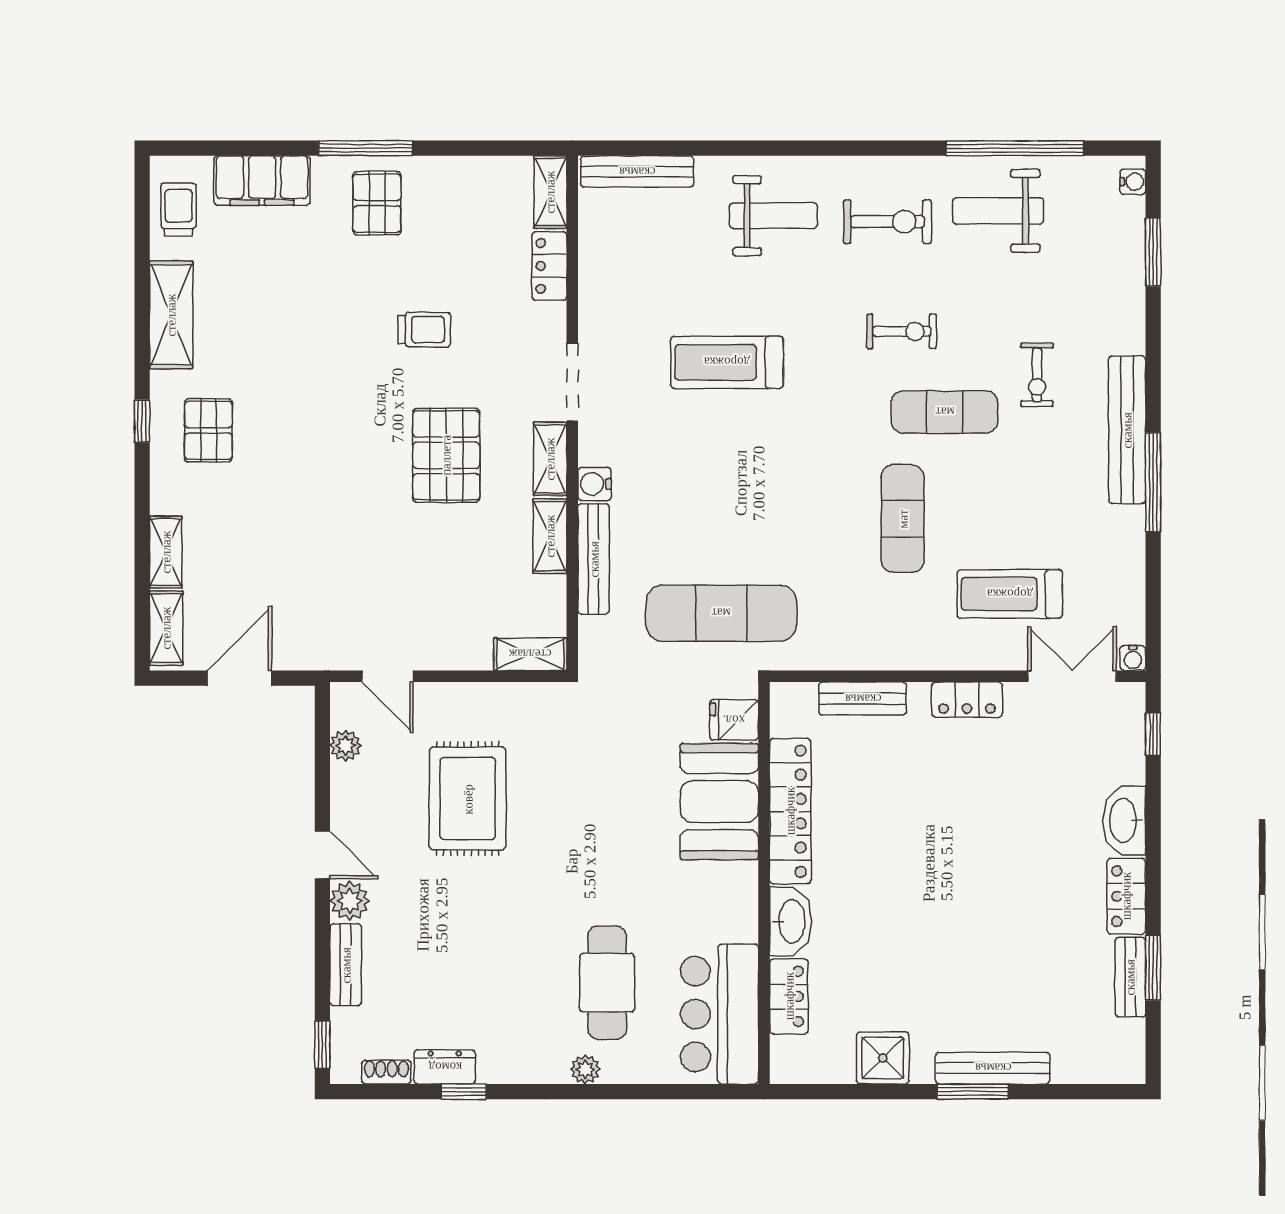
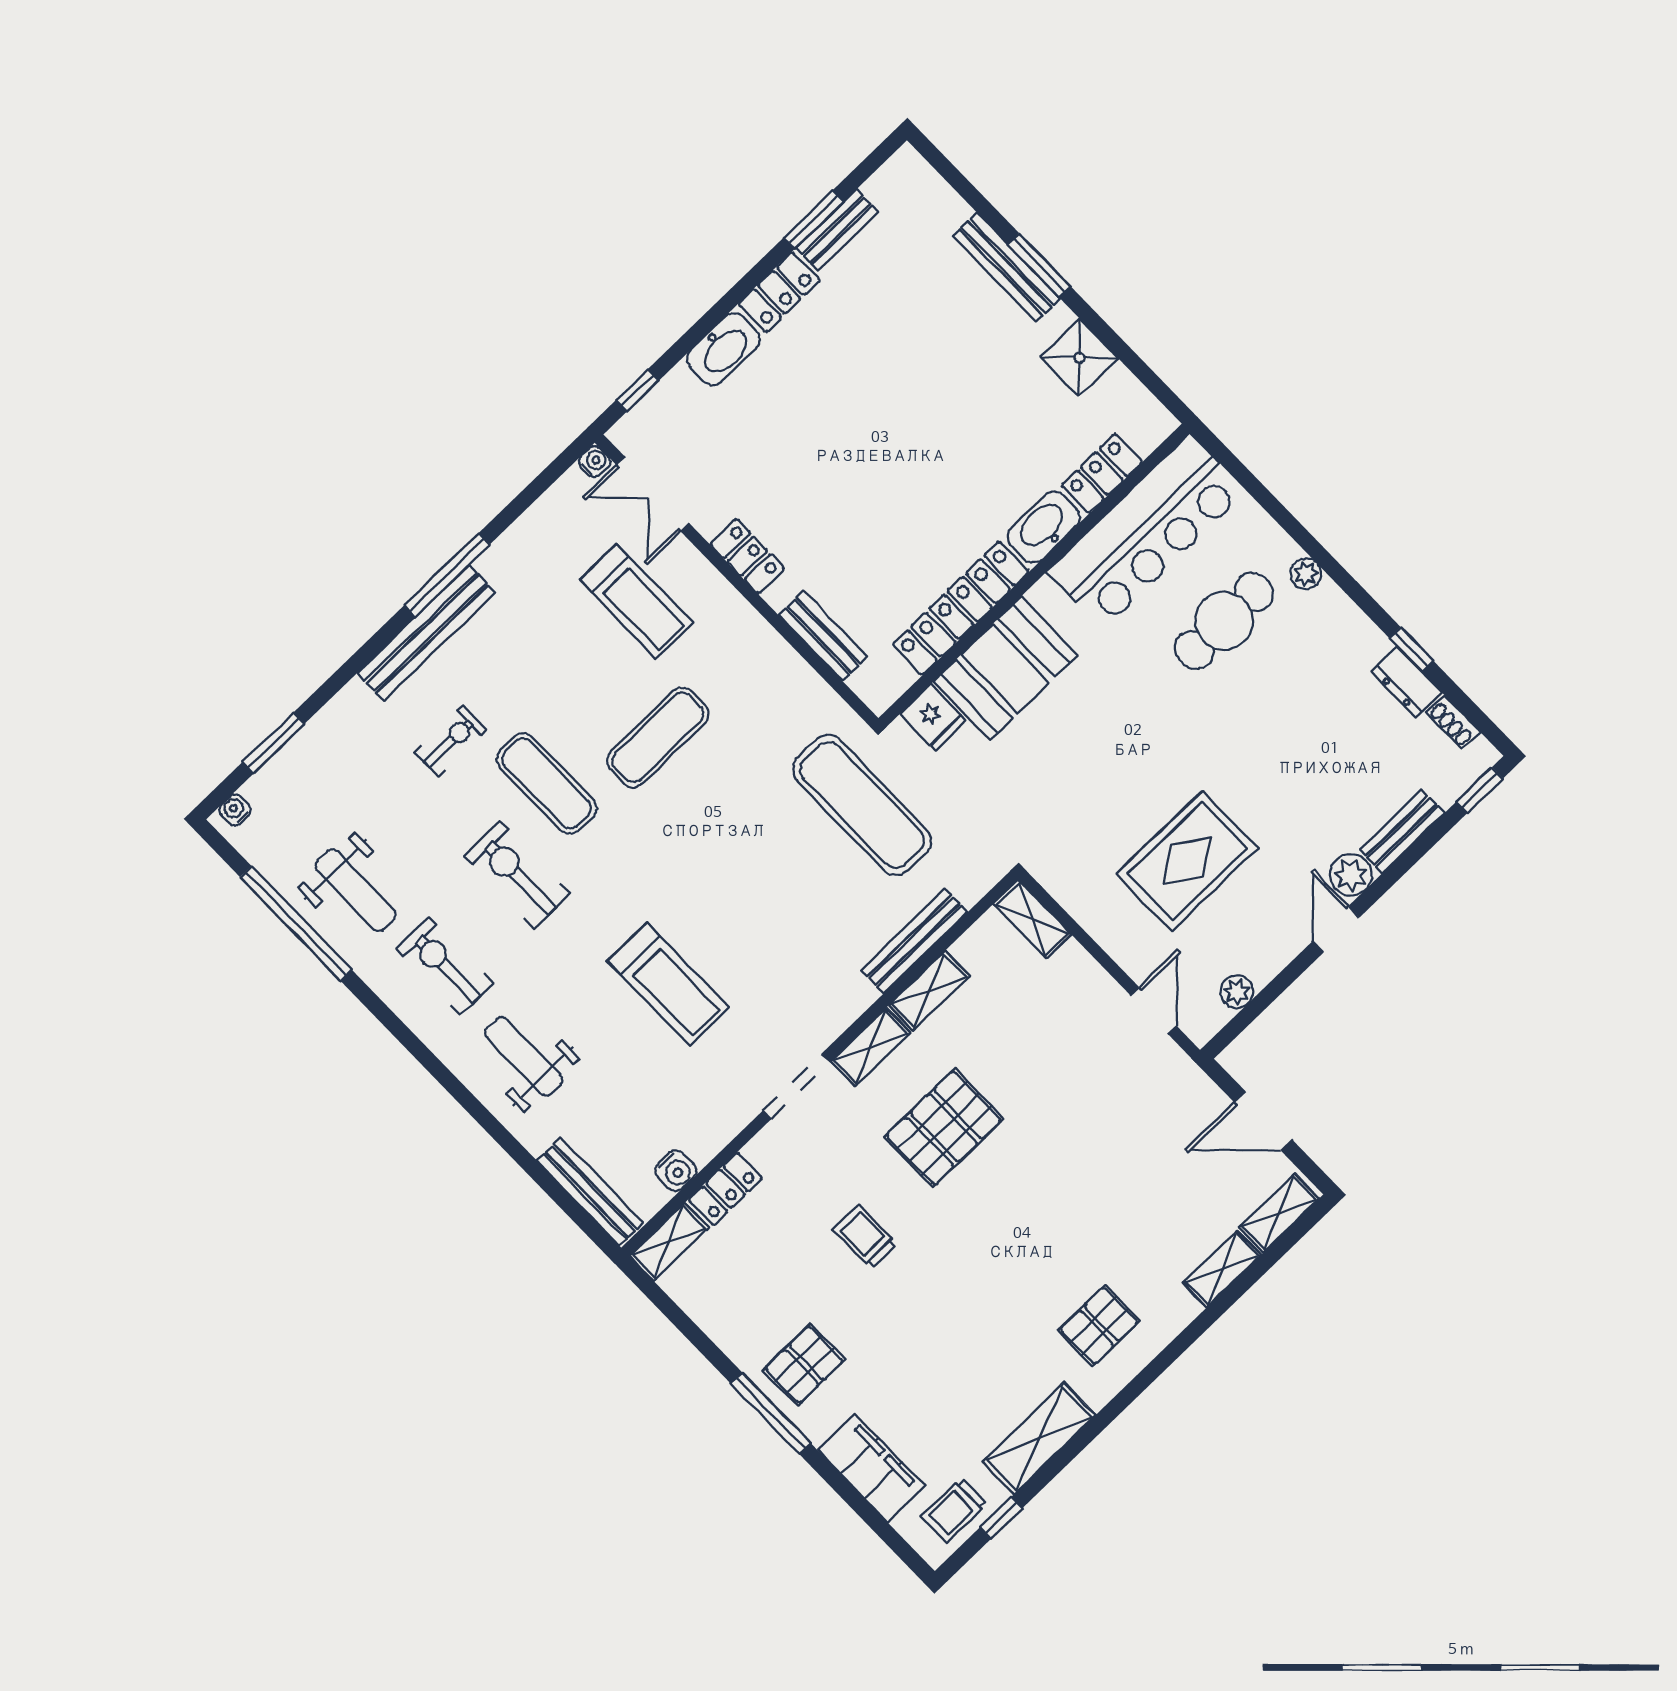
exercise bike: (902, 331) -> (517, 875), width x1.38, depth x1.39
window: (142, 421) -> (1001, 1518), moved
water cooler: (595, 484) -> (676, 1171), moved
bar counter: (719, 1014) -> (1146, 532), width x1.36

